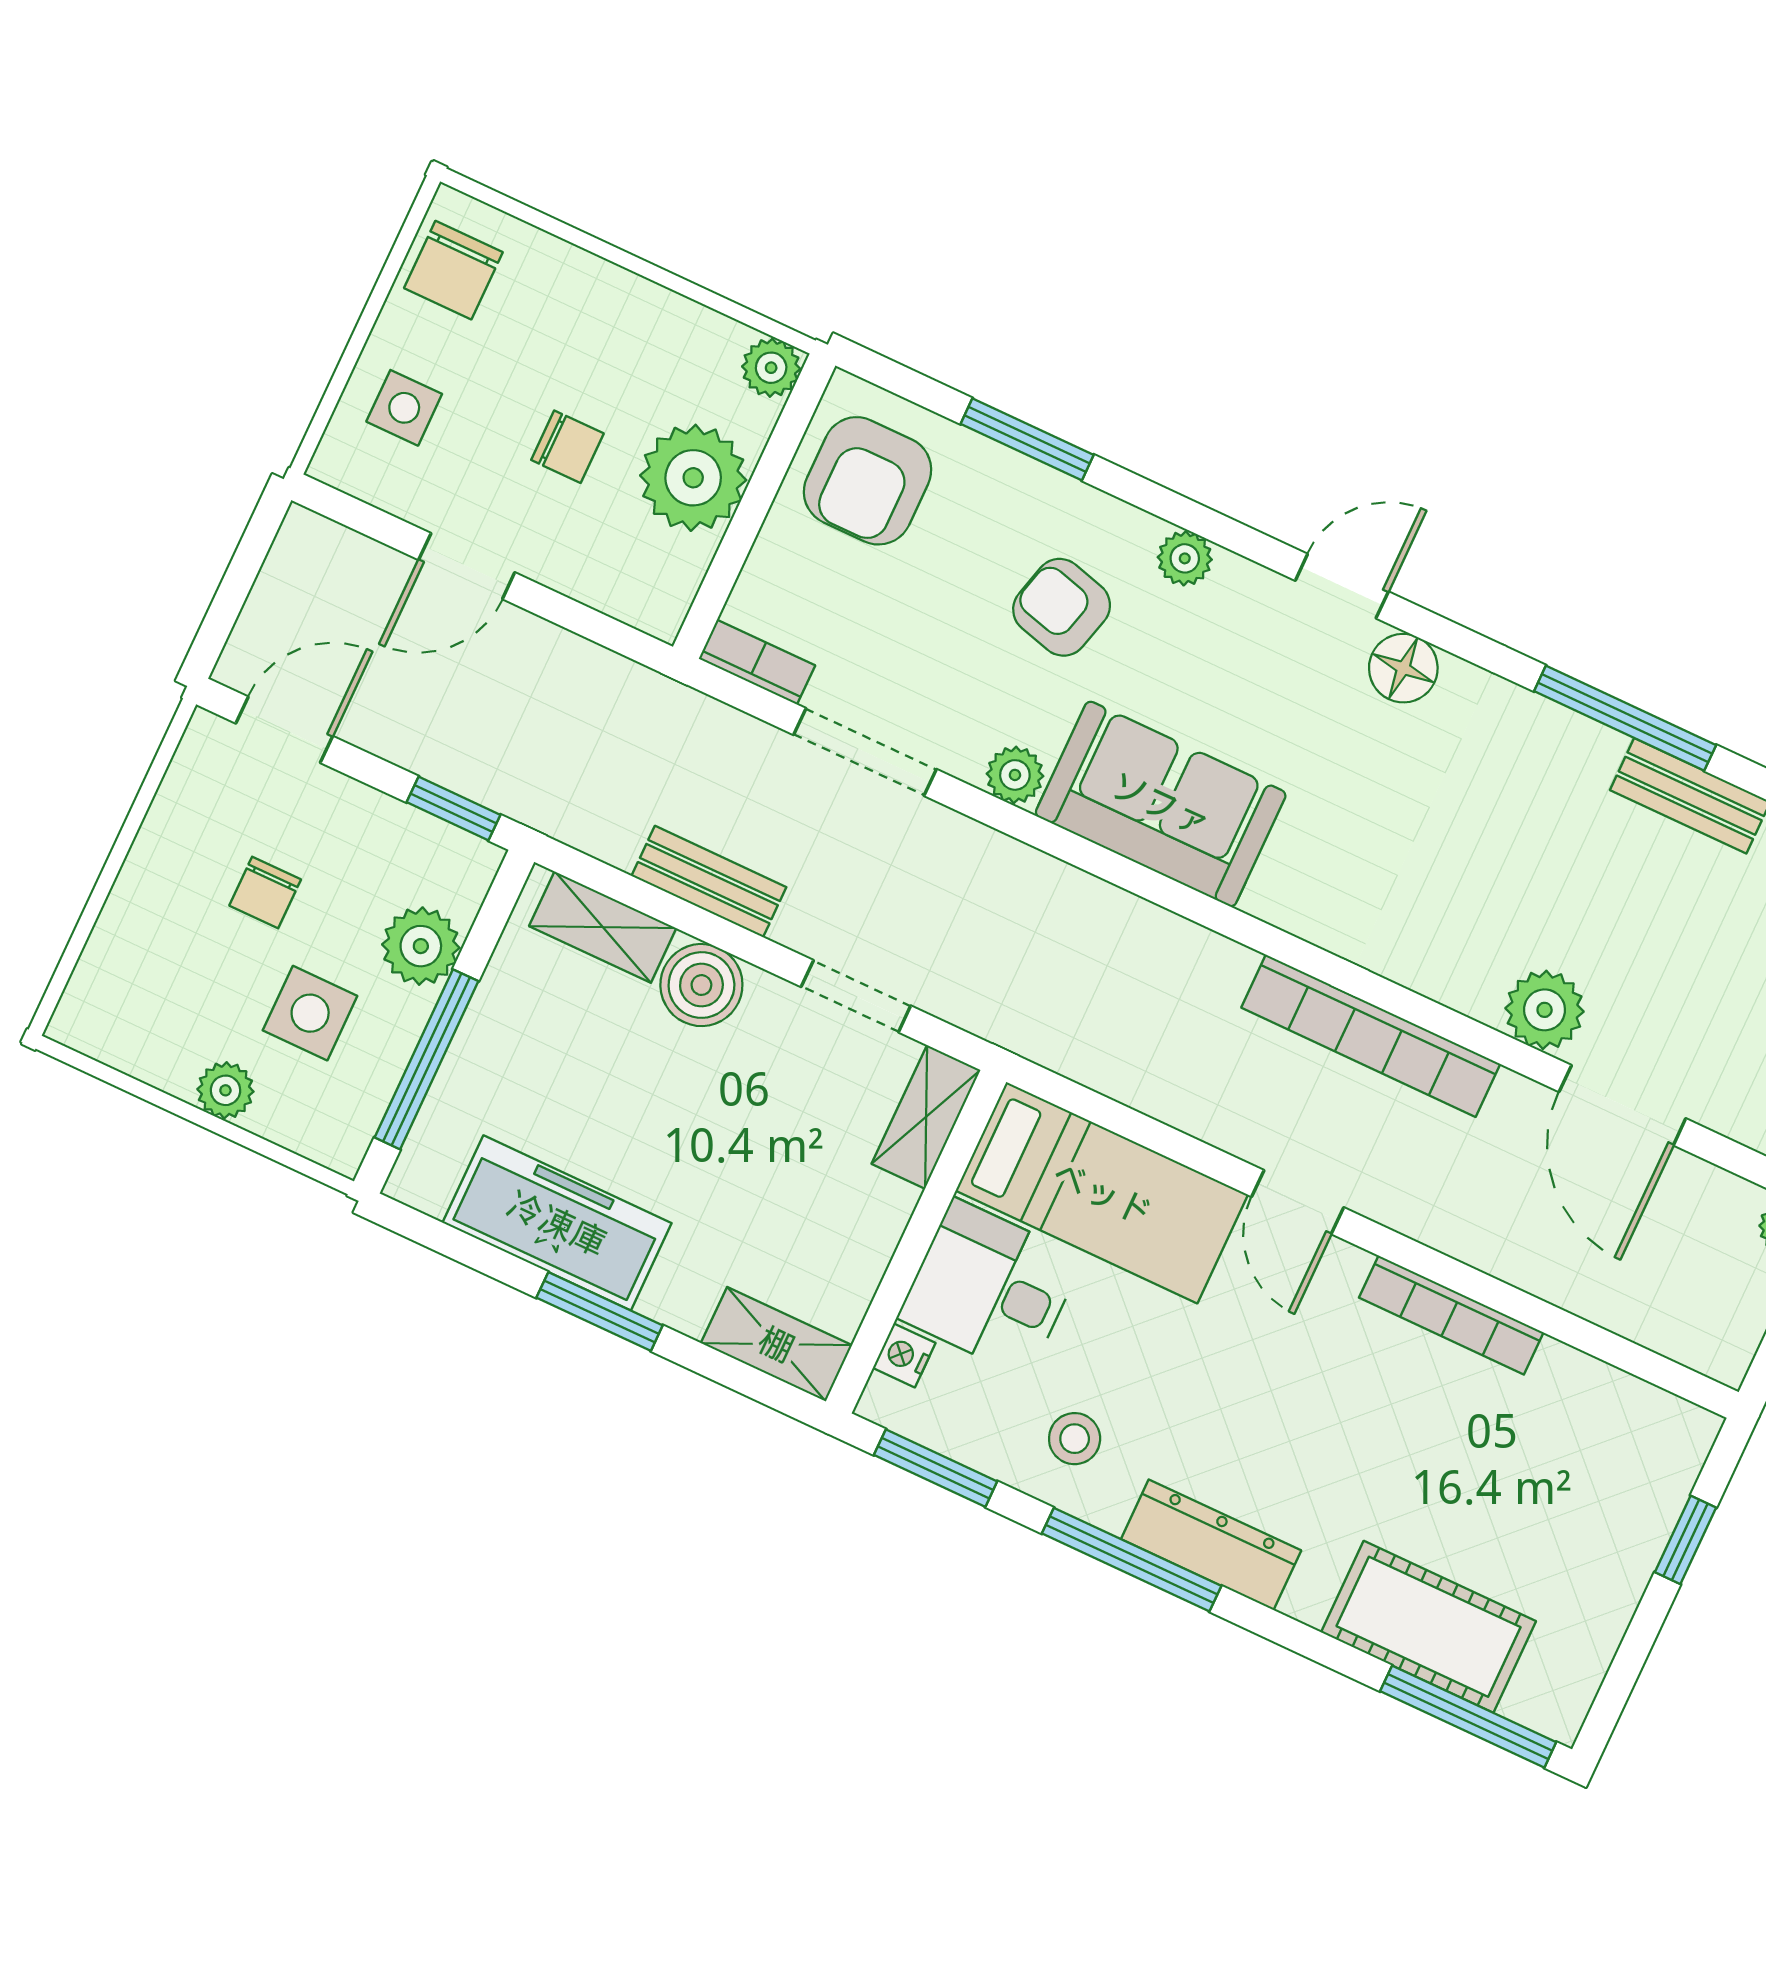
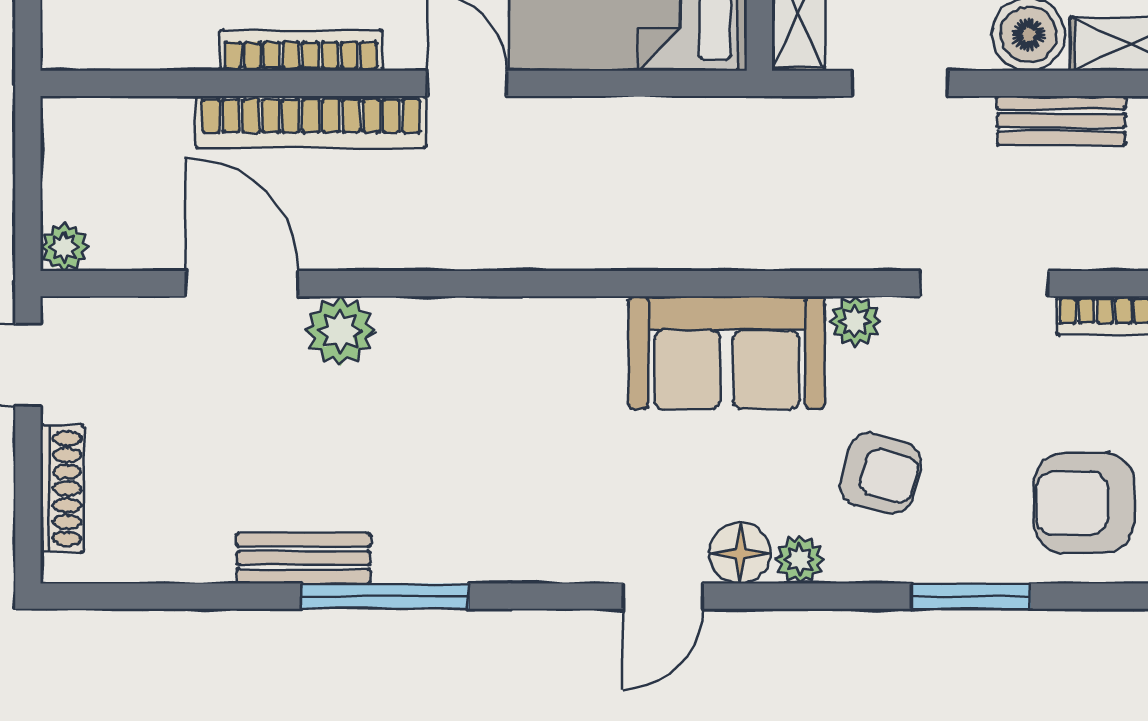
armchair: (868, 481) -> (1084, 503), turned -90
floor lamp: (1403, 668) -> (740, 553), moved
bookcase: (1371, 1036) -> (311, 122), moved, turned 180

